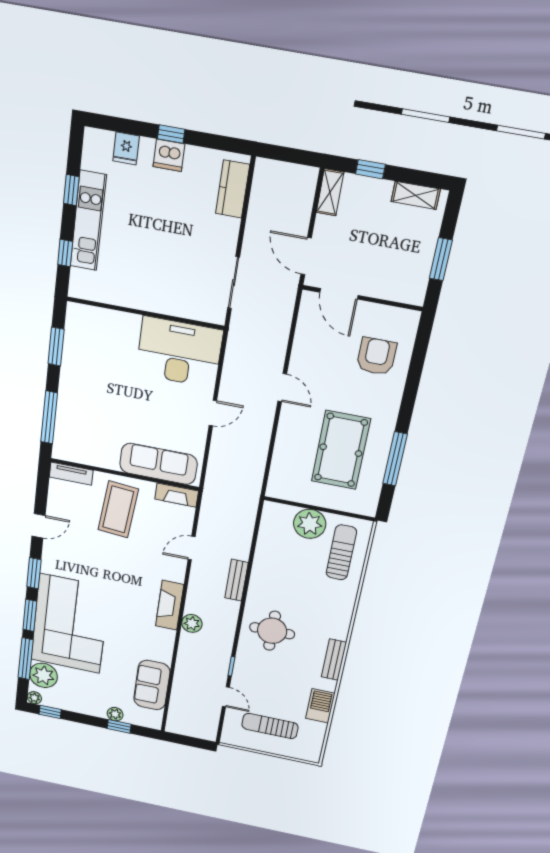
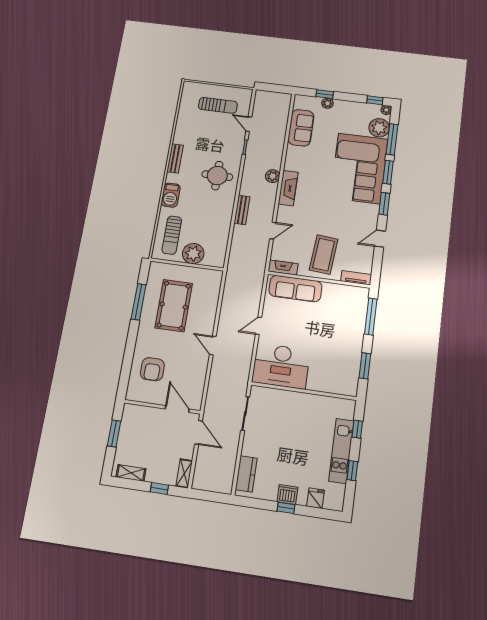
barbecue: (320, 706) -> (171, 195), moved

